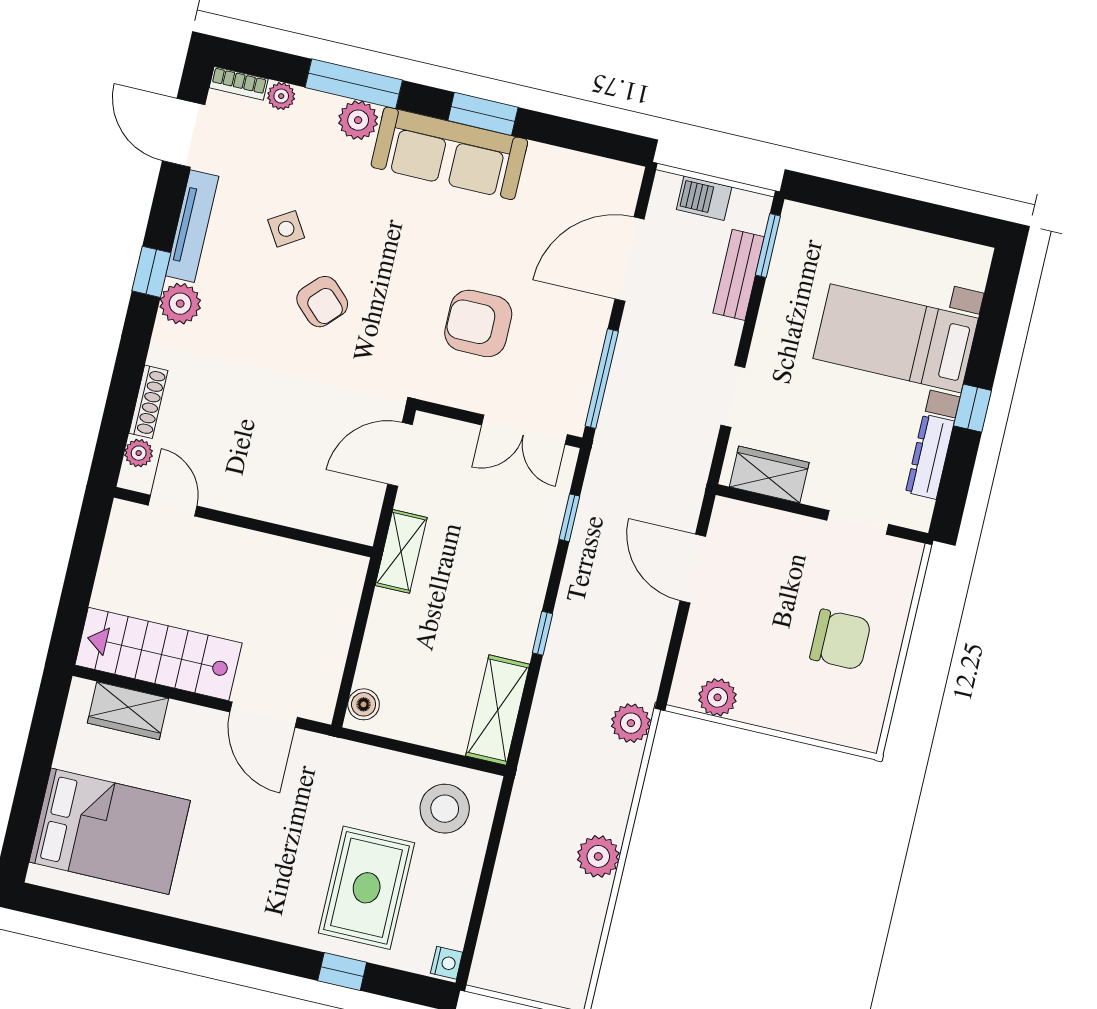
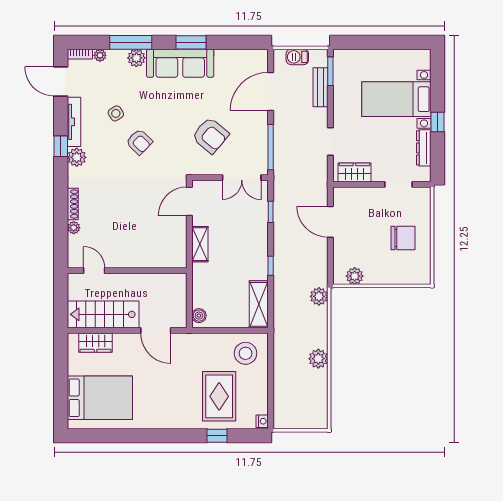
armchair: (478, 323) -> (210, 135), turned -140
door: (173, 506) -> (94, 271), moved
wall: (243, 522) -> (127, 271), moved

